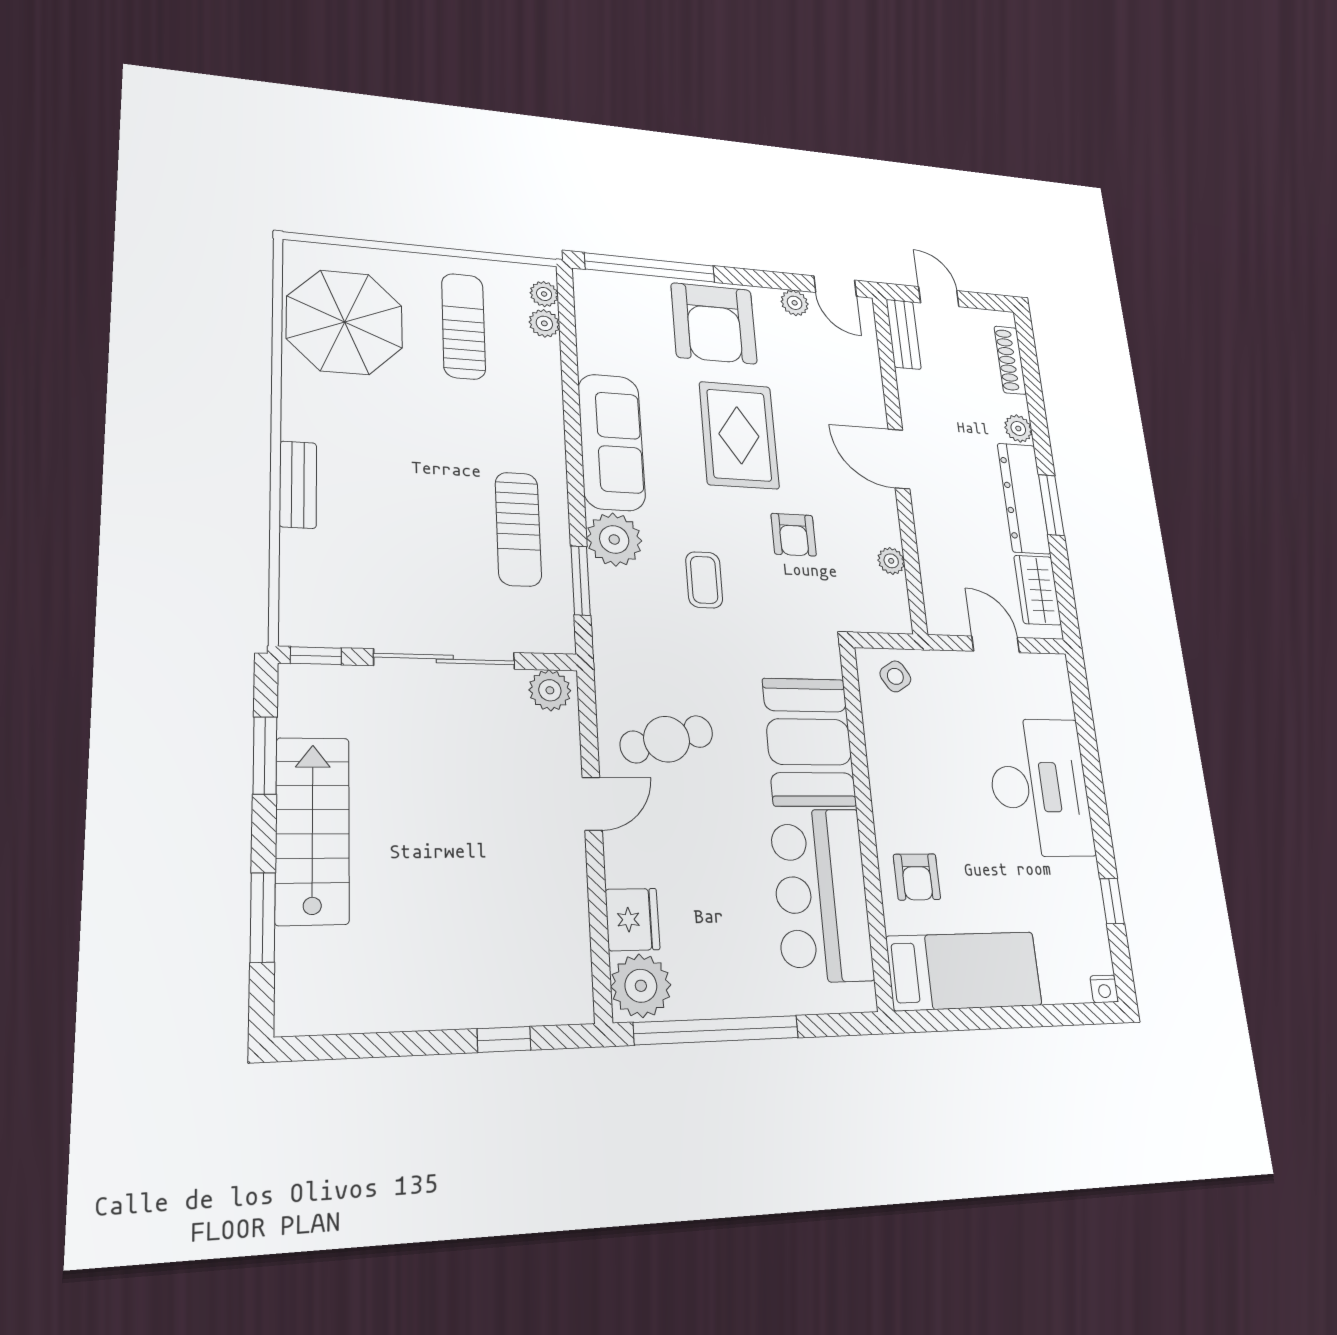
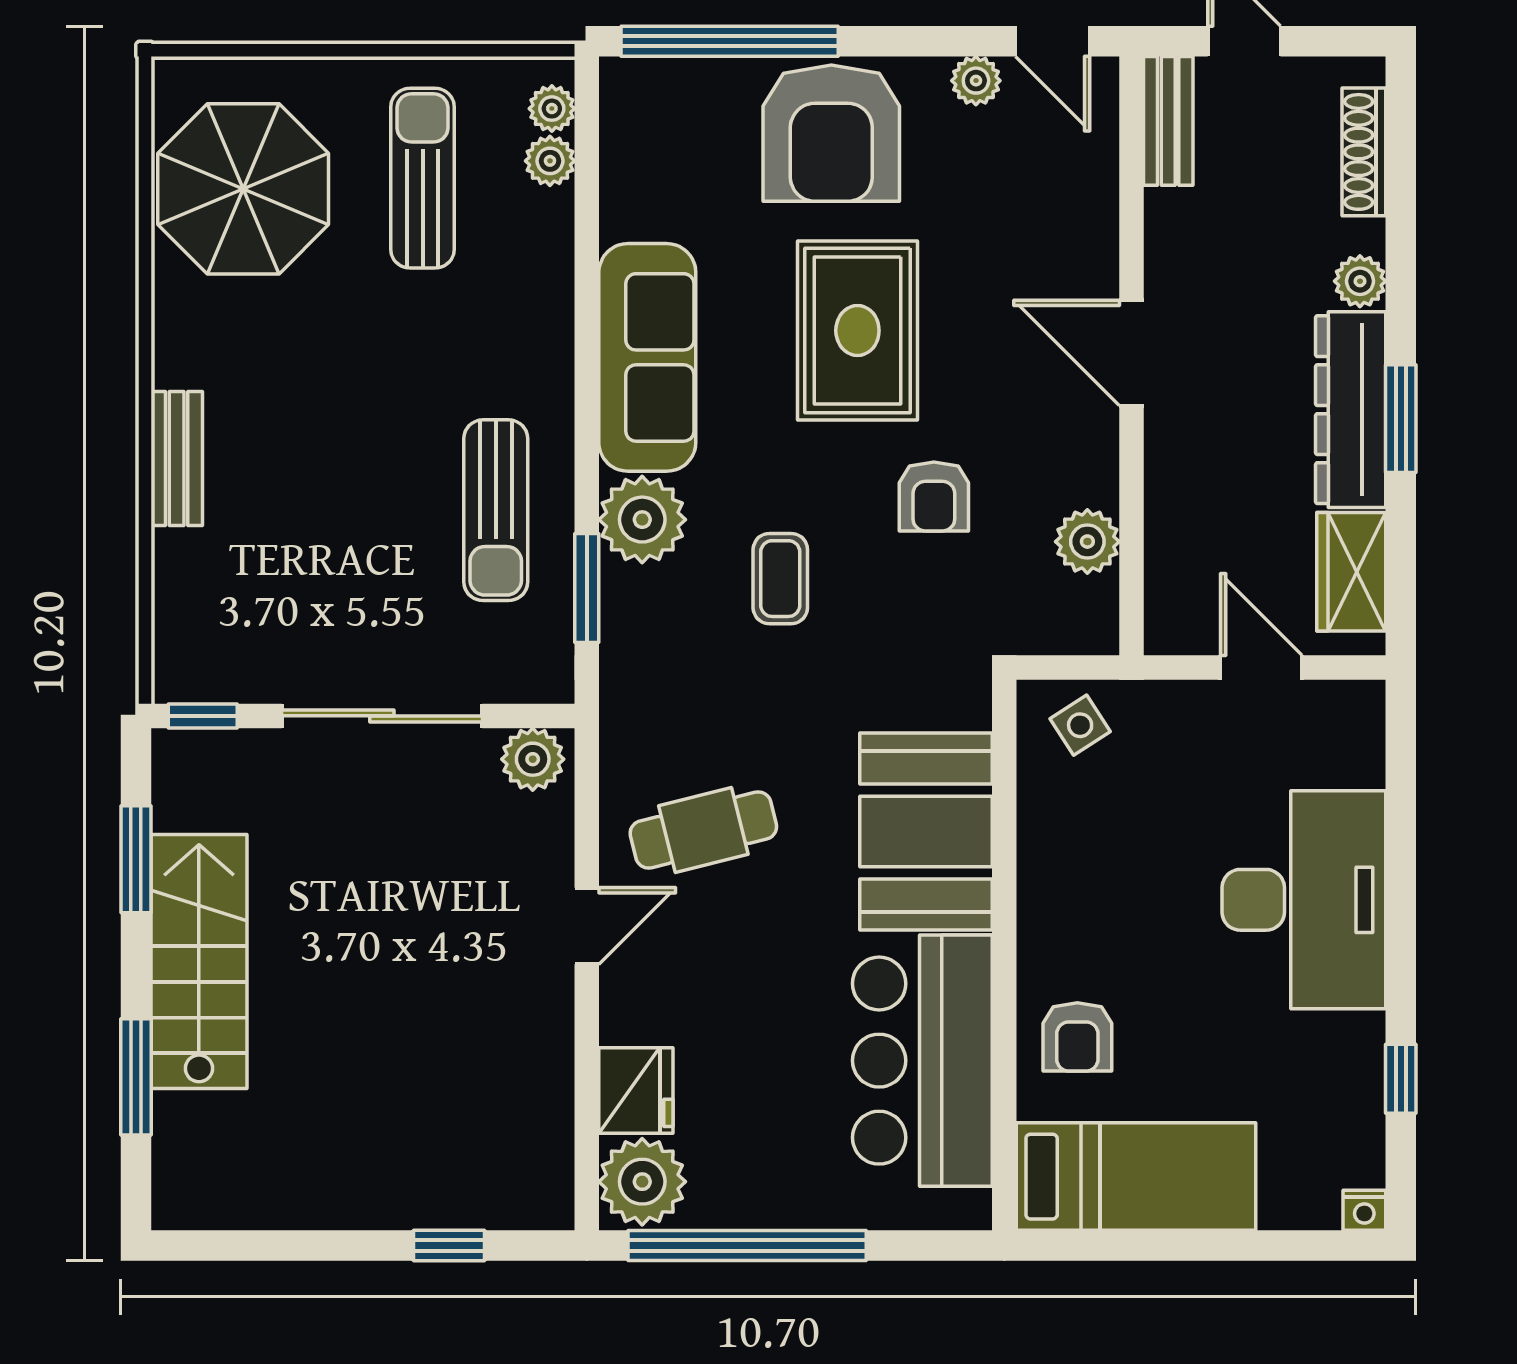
plant: (891, 561) -> (1087, 542), width x1.38, depth x1.38

